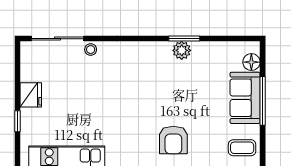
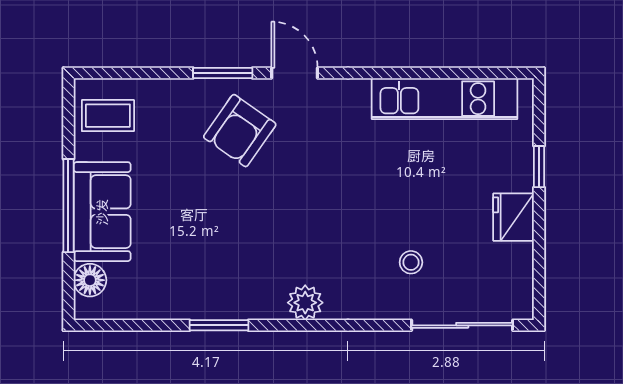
stool: (91, 50) -> (411, 262), moved
plant: (182, 50) -> (305, 303), moved
armchair: (173, 140) -> (240, 131), turned -145

